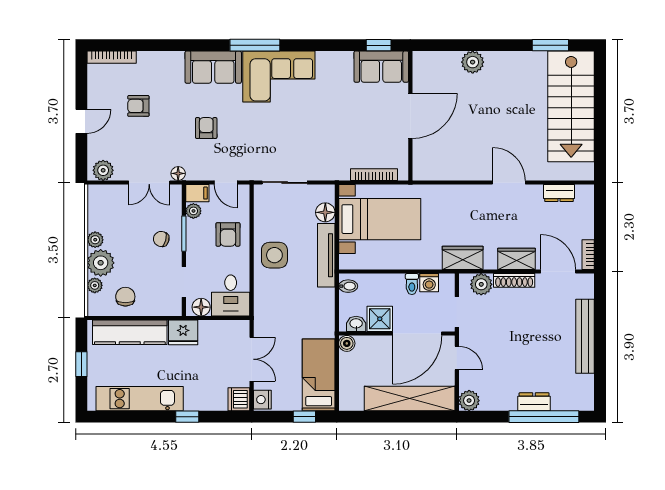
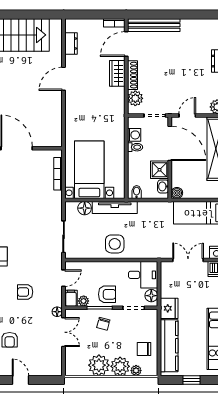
plant: (103, 170) -> (55, 365), removed
armchair: (228, 234) -> (107, 294), moved
plant: (95, 240) -> (99, 365), width x1.87, depth x1.87
wardrobe: (463, 258) -> (117, 111), removed
bench: (585, 336) -> (154, 25), moved

